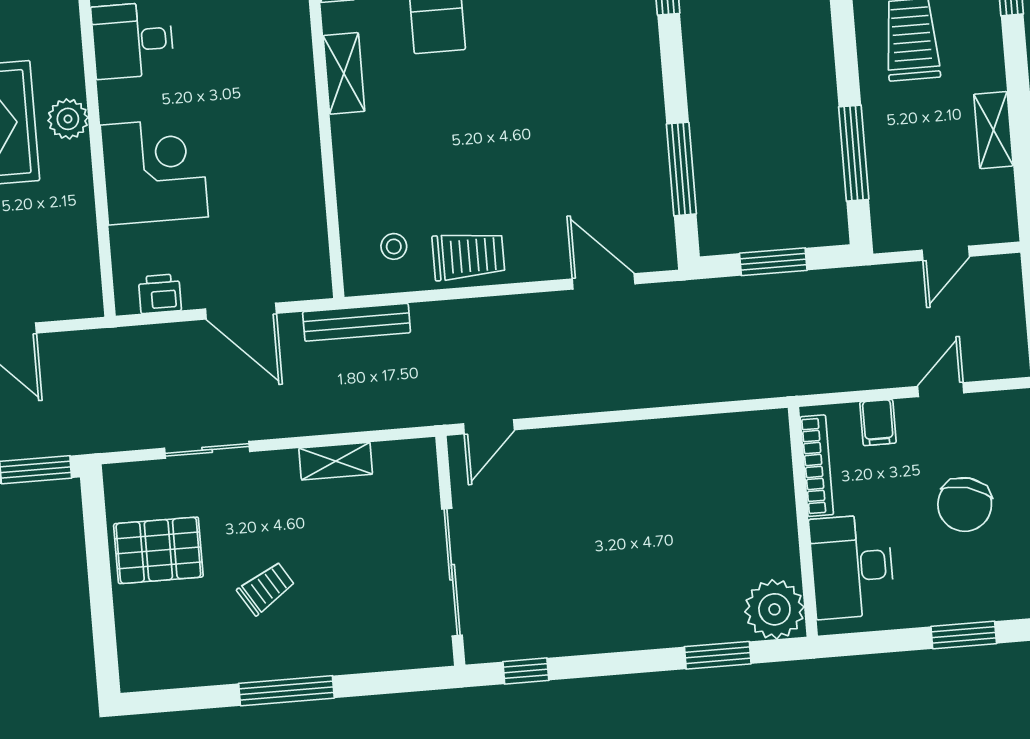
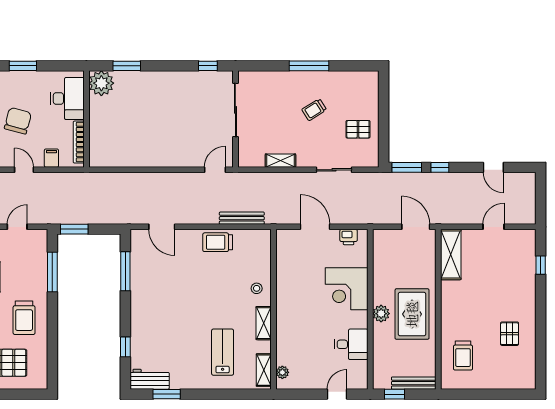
stool: (394, 246) -> (257, 288), moved
window: (773, 262) -> (74, 229), moved
bench: (357, 322) -> (242, 218), moved
door: (941, 390) -> (24, 170), swing flipped
pallet: (158, 550) -> (358, 129), width x0.67, depth x0.71

